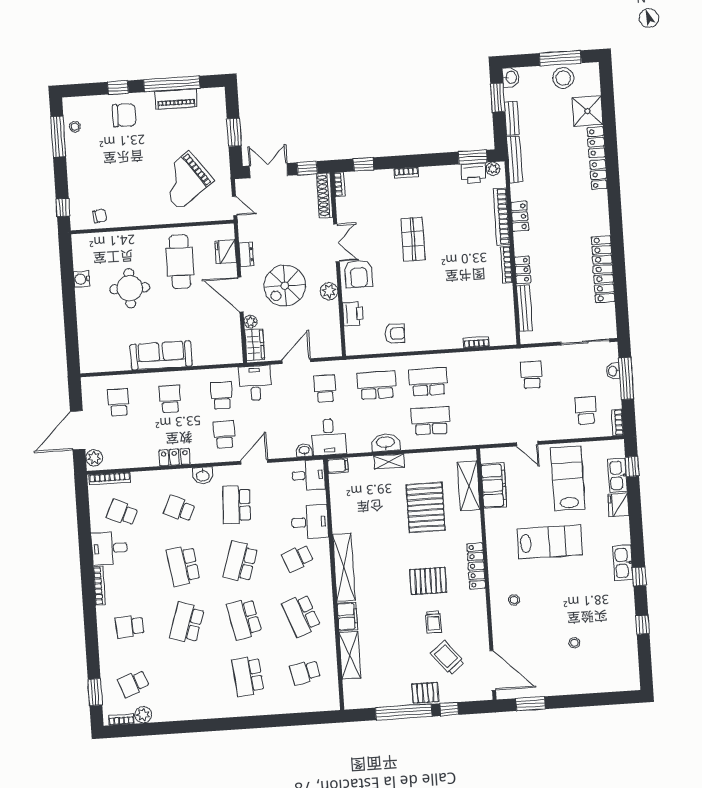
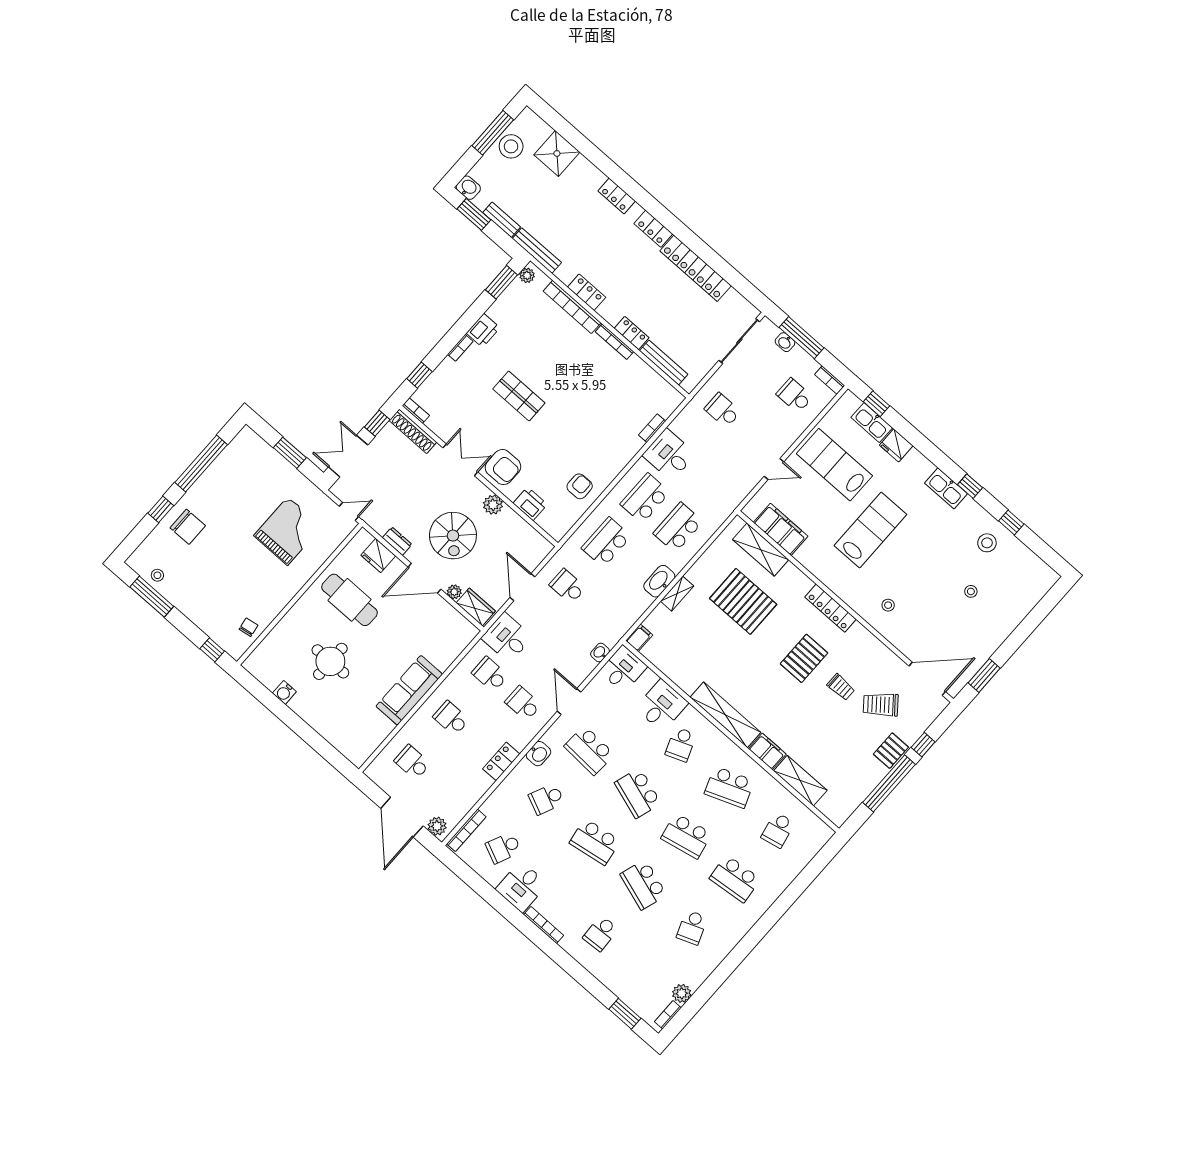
piano: (176, 99) -> (217, 472), removed
chair: (124, 115) -> (188, 527), turned 90
locker: (596, 142) -> (653, 229), moved
printer: (473, 173) -> (483, 330), moved
grand piano: (184, 180) -> (288, 531), turned -144
desk: (329, 437) -> (669, 455), moved, turned 180
stool: (615, 622) -> (987, 543), added
school desk: (133, 684) -> (692, 927), moved

